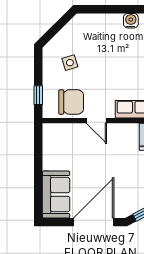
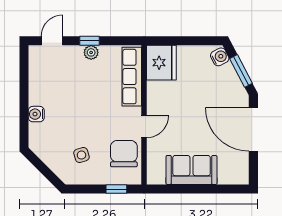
water cooler: (131, 21) -> (36, 114), moved
sofa: (56, 194) -> (191, 170), moved

